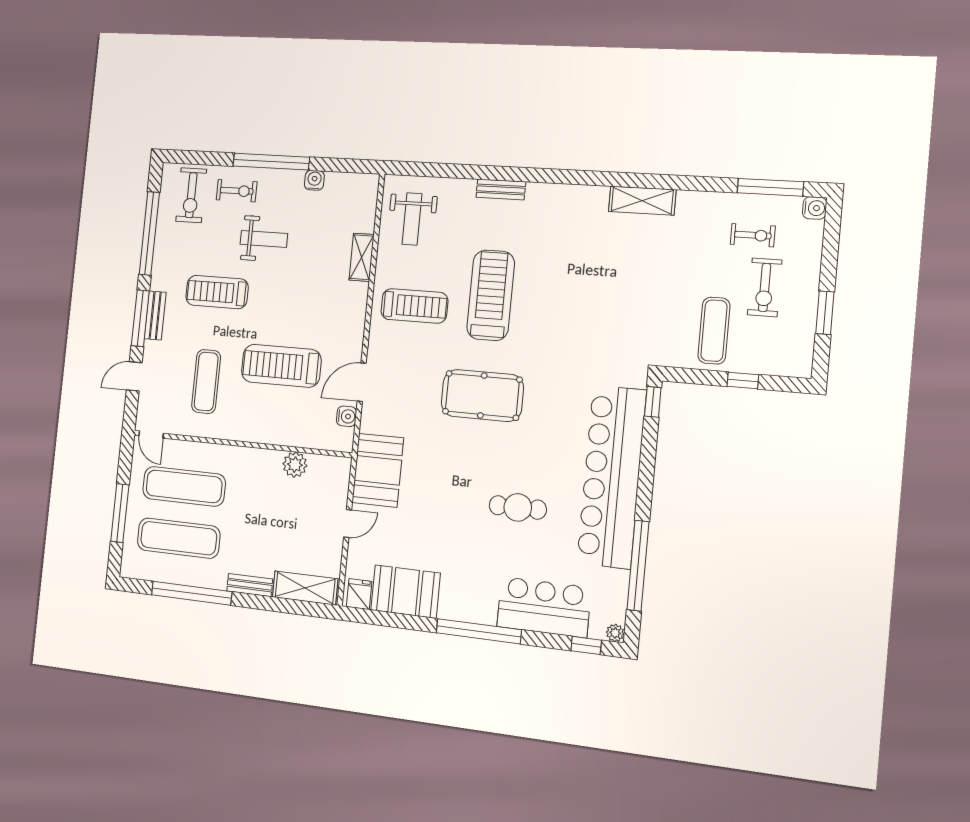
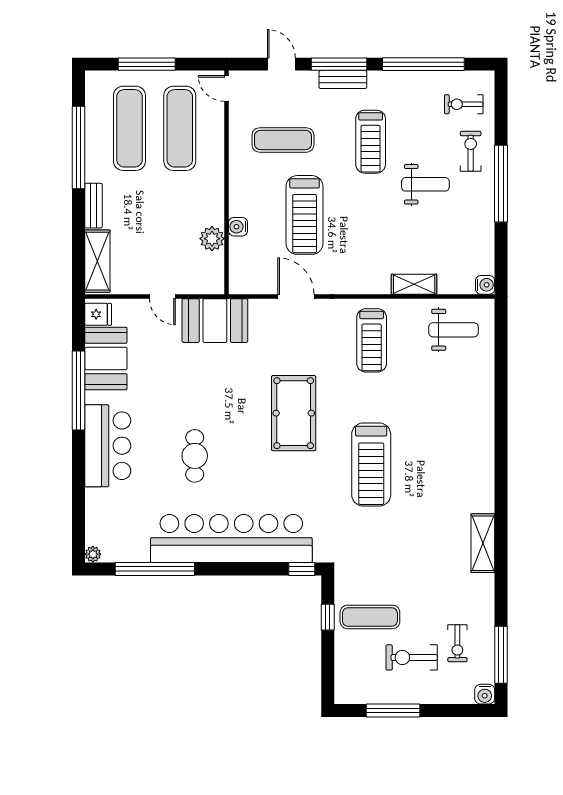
water cooler: (314, 180) -> (485, 285), moved
bench: (501, 189) -> (486, 412), removed
exercise bike: (237, 191) -> (471, 151), turned 180
exercise bike: (191, 195) -> (464, 104), width x0.73, depth x0.72
weight bench: (412, 219) -> (453, 330), turned 180
weight bench: (264, 239) -> (425, 184), turned -90
treadmill: (217, 292) -> (371, 142), turned 180
treadmill: (491, 295) -> (371, 464), moved, turned 90
window: (825, 313) -> (393, 710), width x1.44
treadmill: (281, 366) -> (305, 215), turned 180
window: (743, 380) -> (328, 617), moved
water cooler: (346, 416) -> (238, 227), moved, turned 90
door: (151, 434) -> (226, 88), hinge flipped
bar counter: (544, 607) -> (108, 446), moved
window: (479, 631) -> (79, 390), moved
window: (586, 645) -> (79, 529), removed

